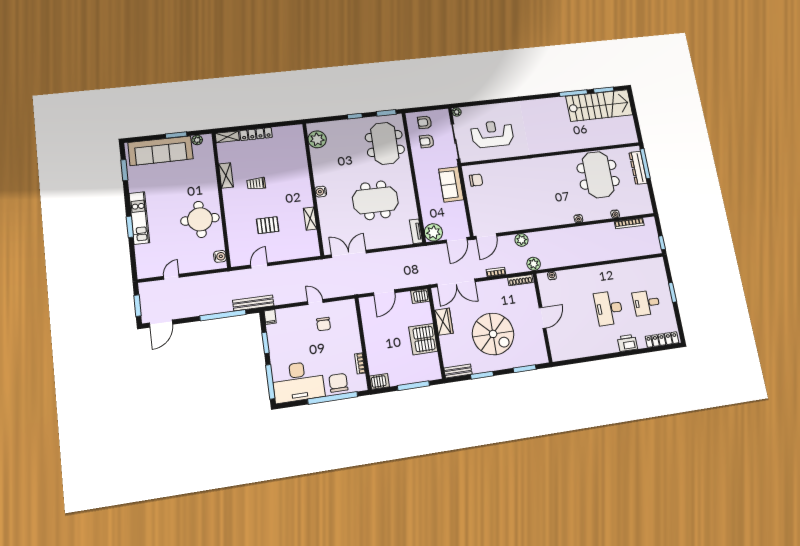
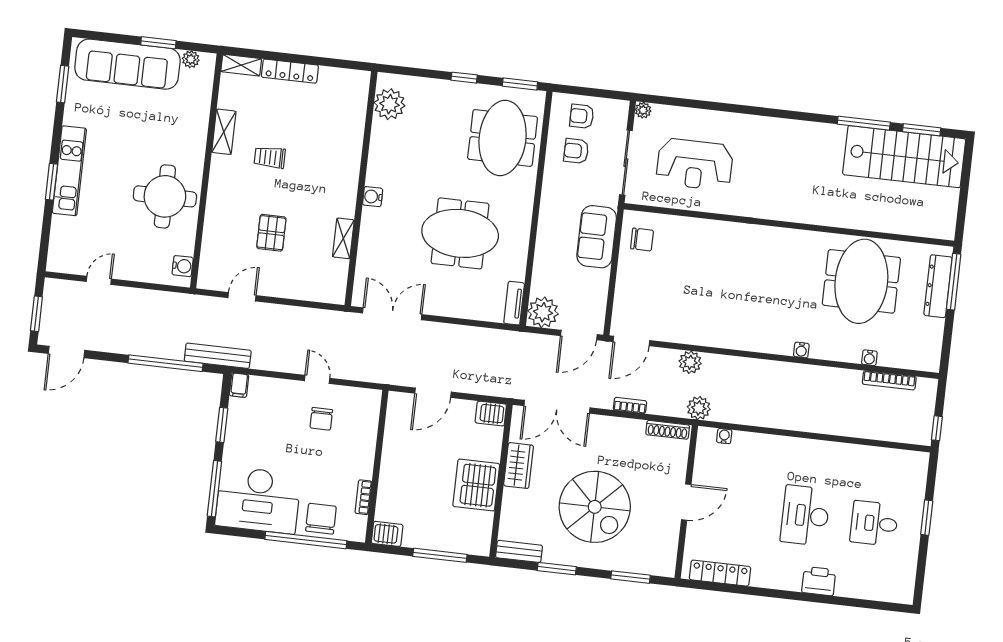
reception desk: (492, 134) -> (695, 164), turned 180
pallet: (268, 225) -> (271, 233), turned 90
locker: (662, 340) -> (720, 573), moved

